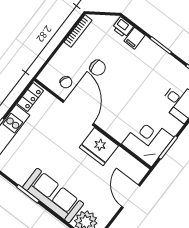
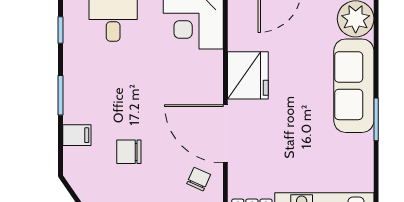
printer: (123, 27) -> (75, 161), removed
chair: (98, 68) -> (129, 152), moved, turned -90
door: (78, 113) -> (225, 134), hinge flipped

